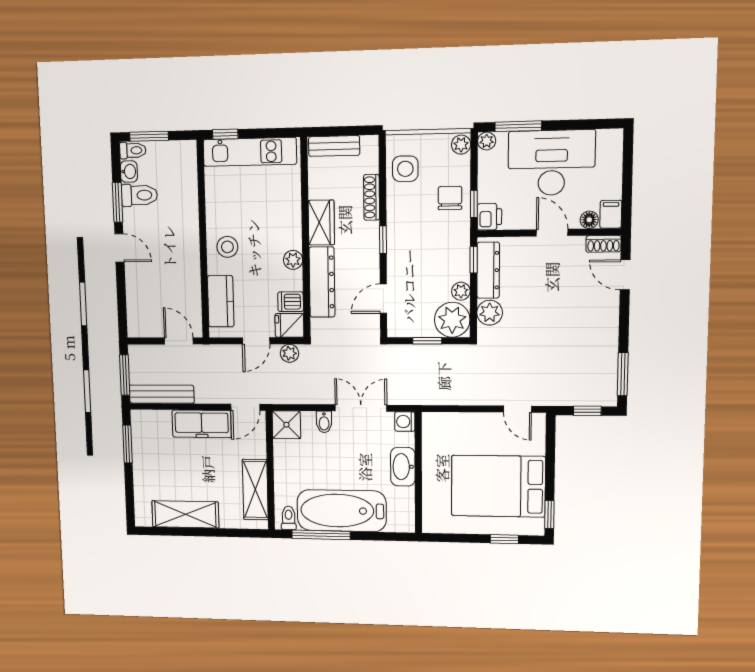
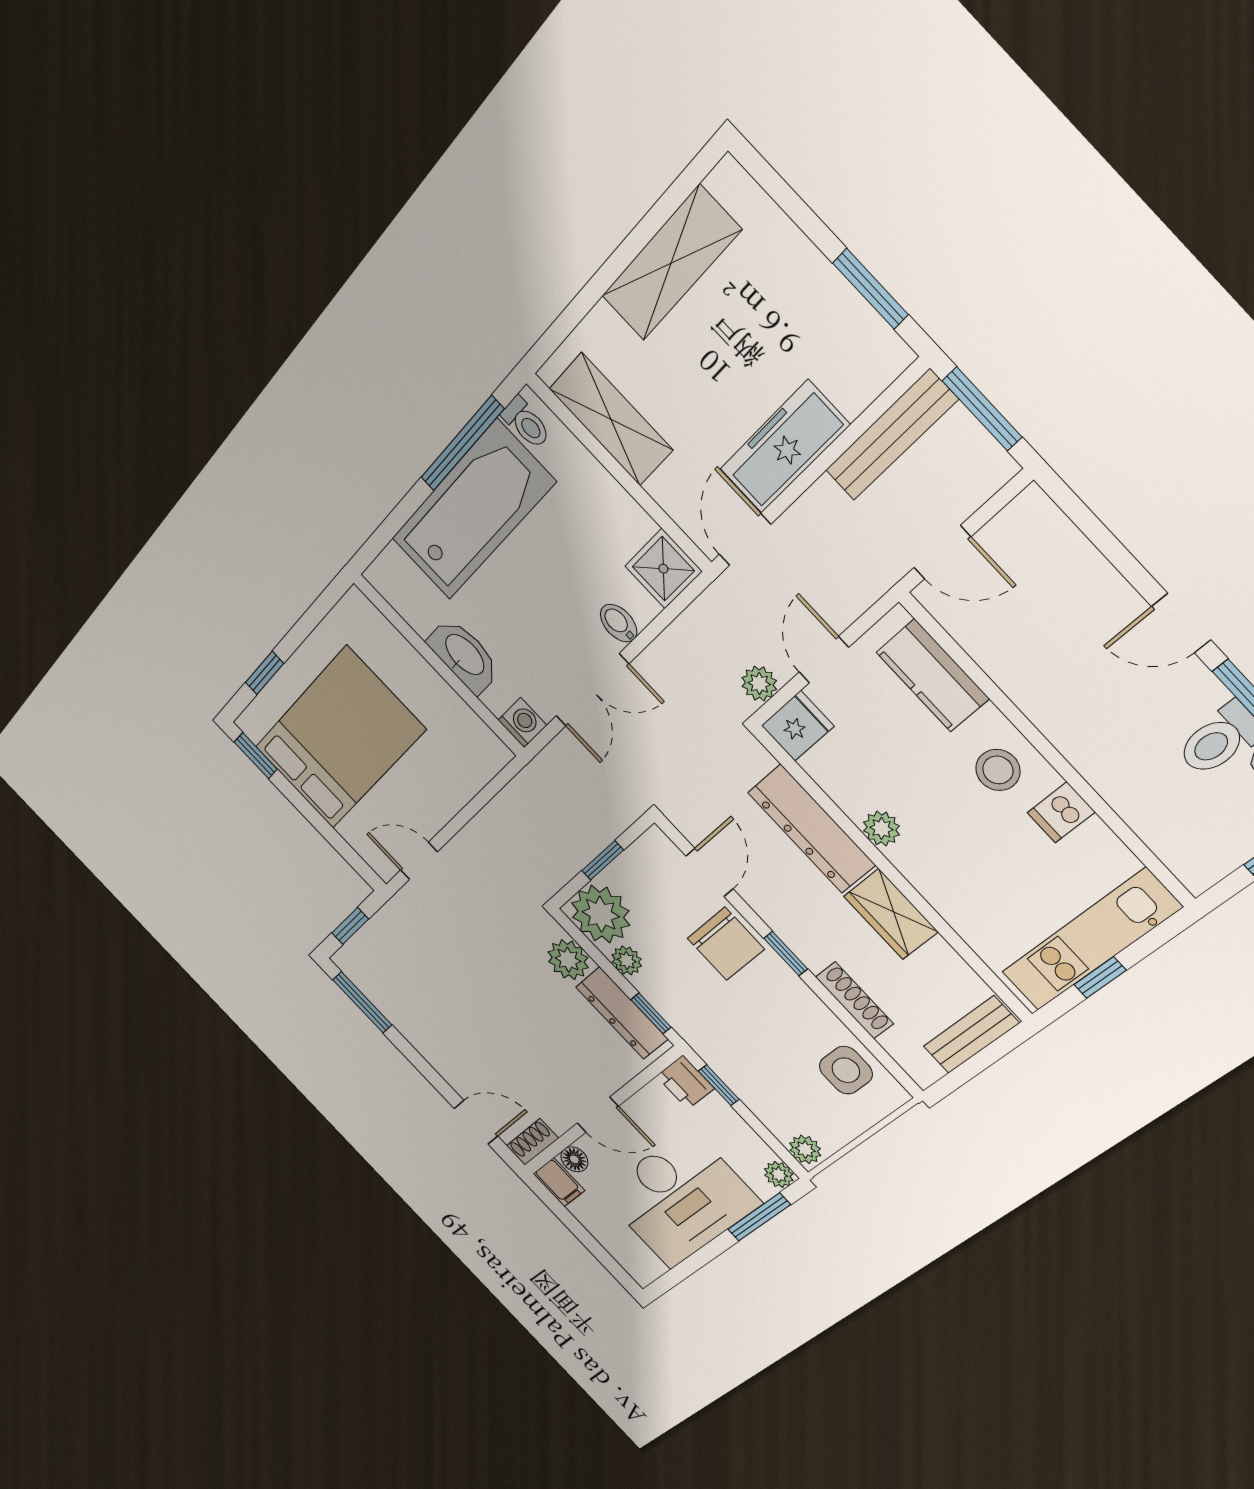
window: (225, 134) -> (1100, 977), moved
chair: (450, 198) -> (726, 944), moved, width x1.37, depth x1.37
dishwasher: (291, 302) -> (1061, 812), moved, turned 180

